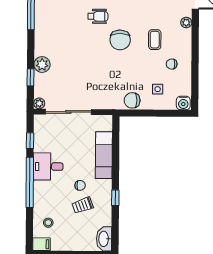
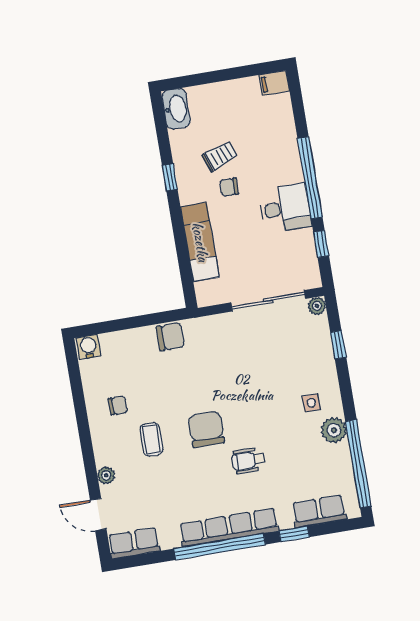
plant: (42, 65) -> (334, 430), moved
side table: (158, 89) -> (311, 403), moved
stool: (48, 223) -> (269, 119), removed

